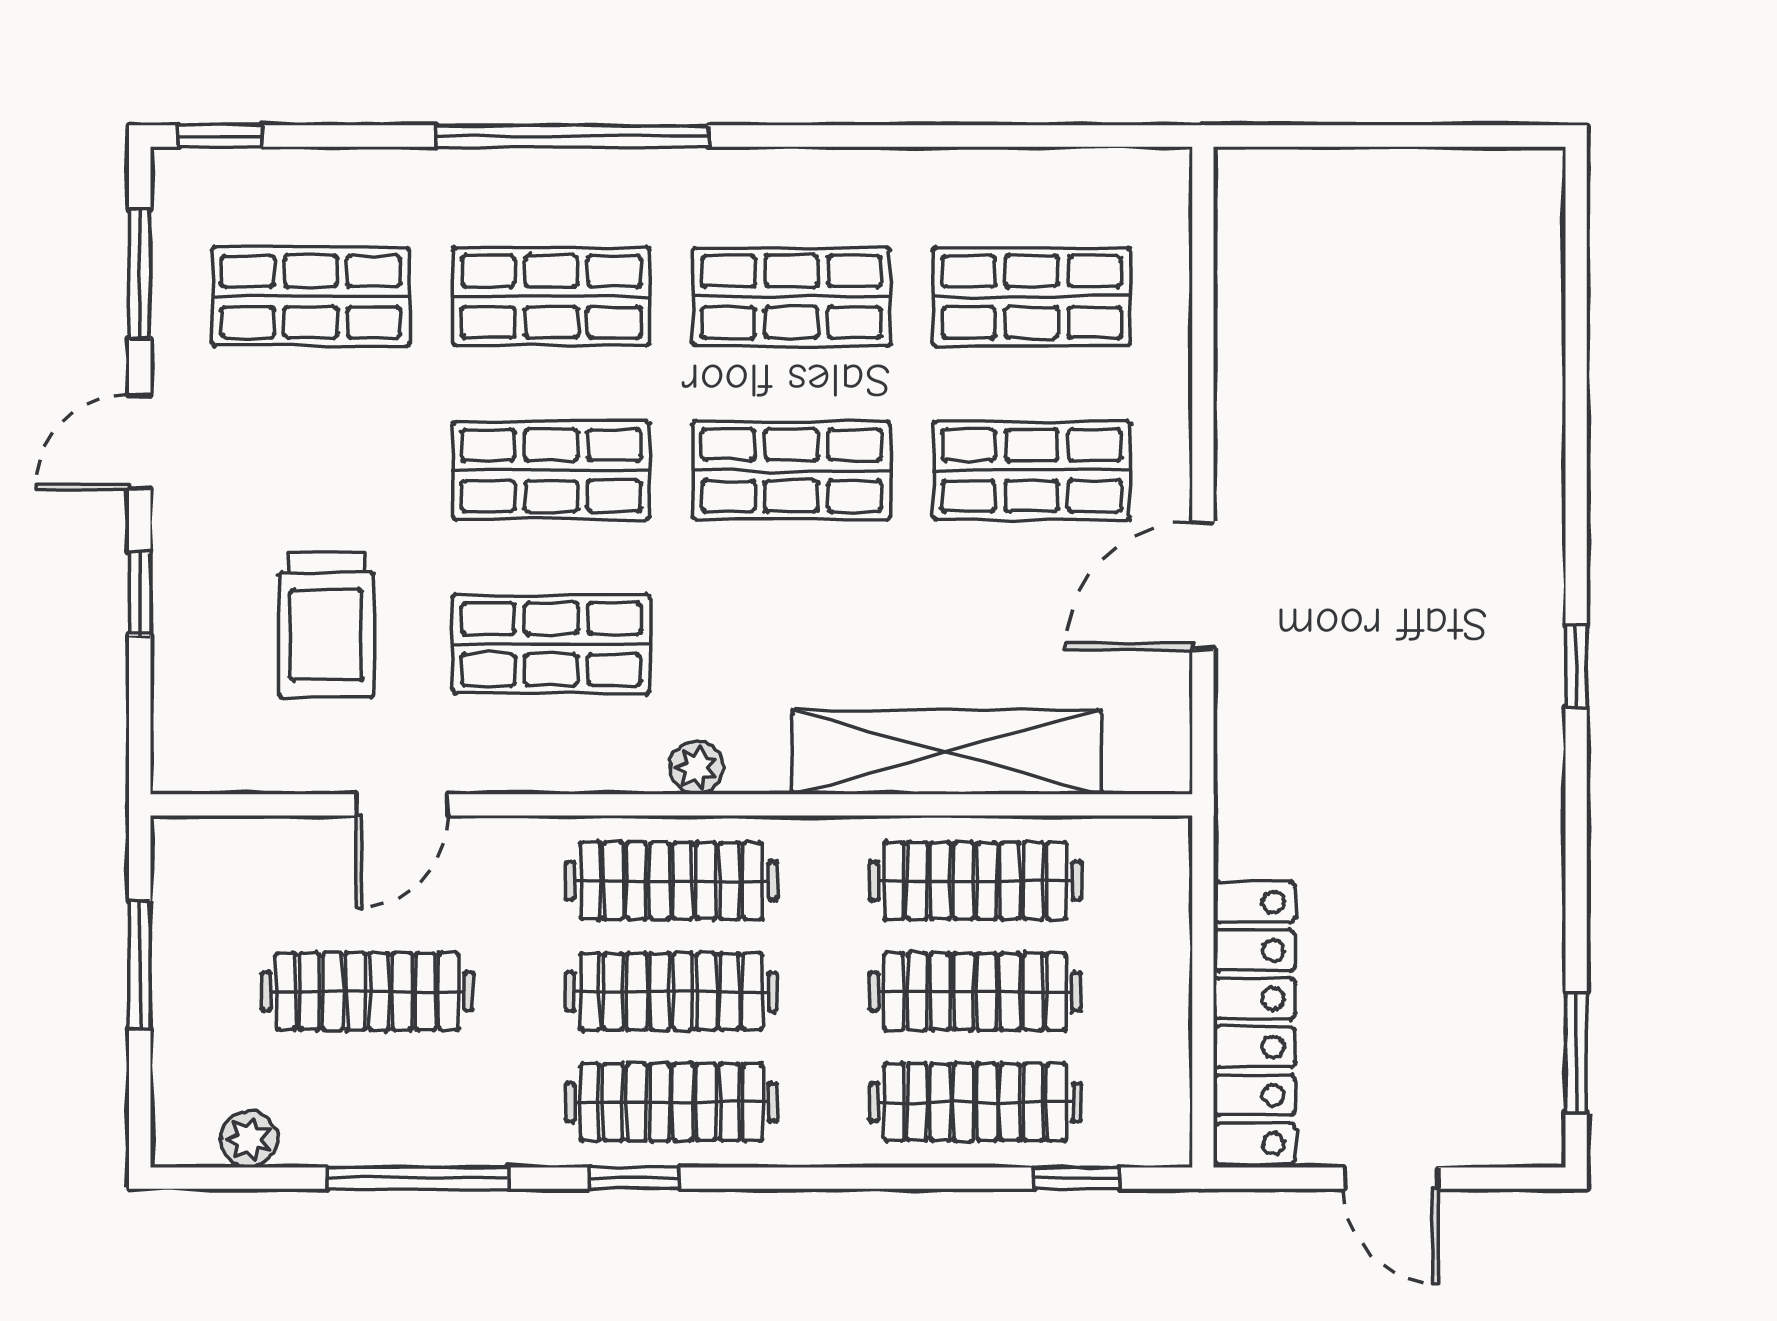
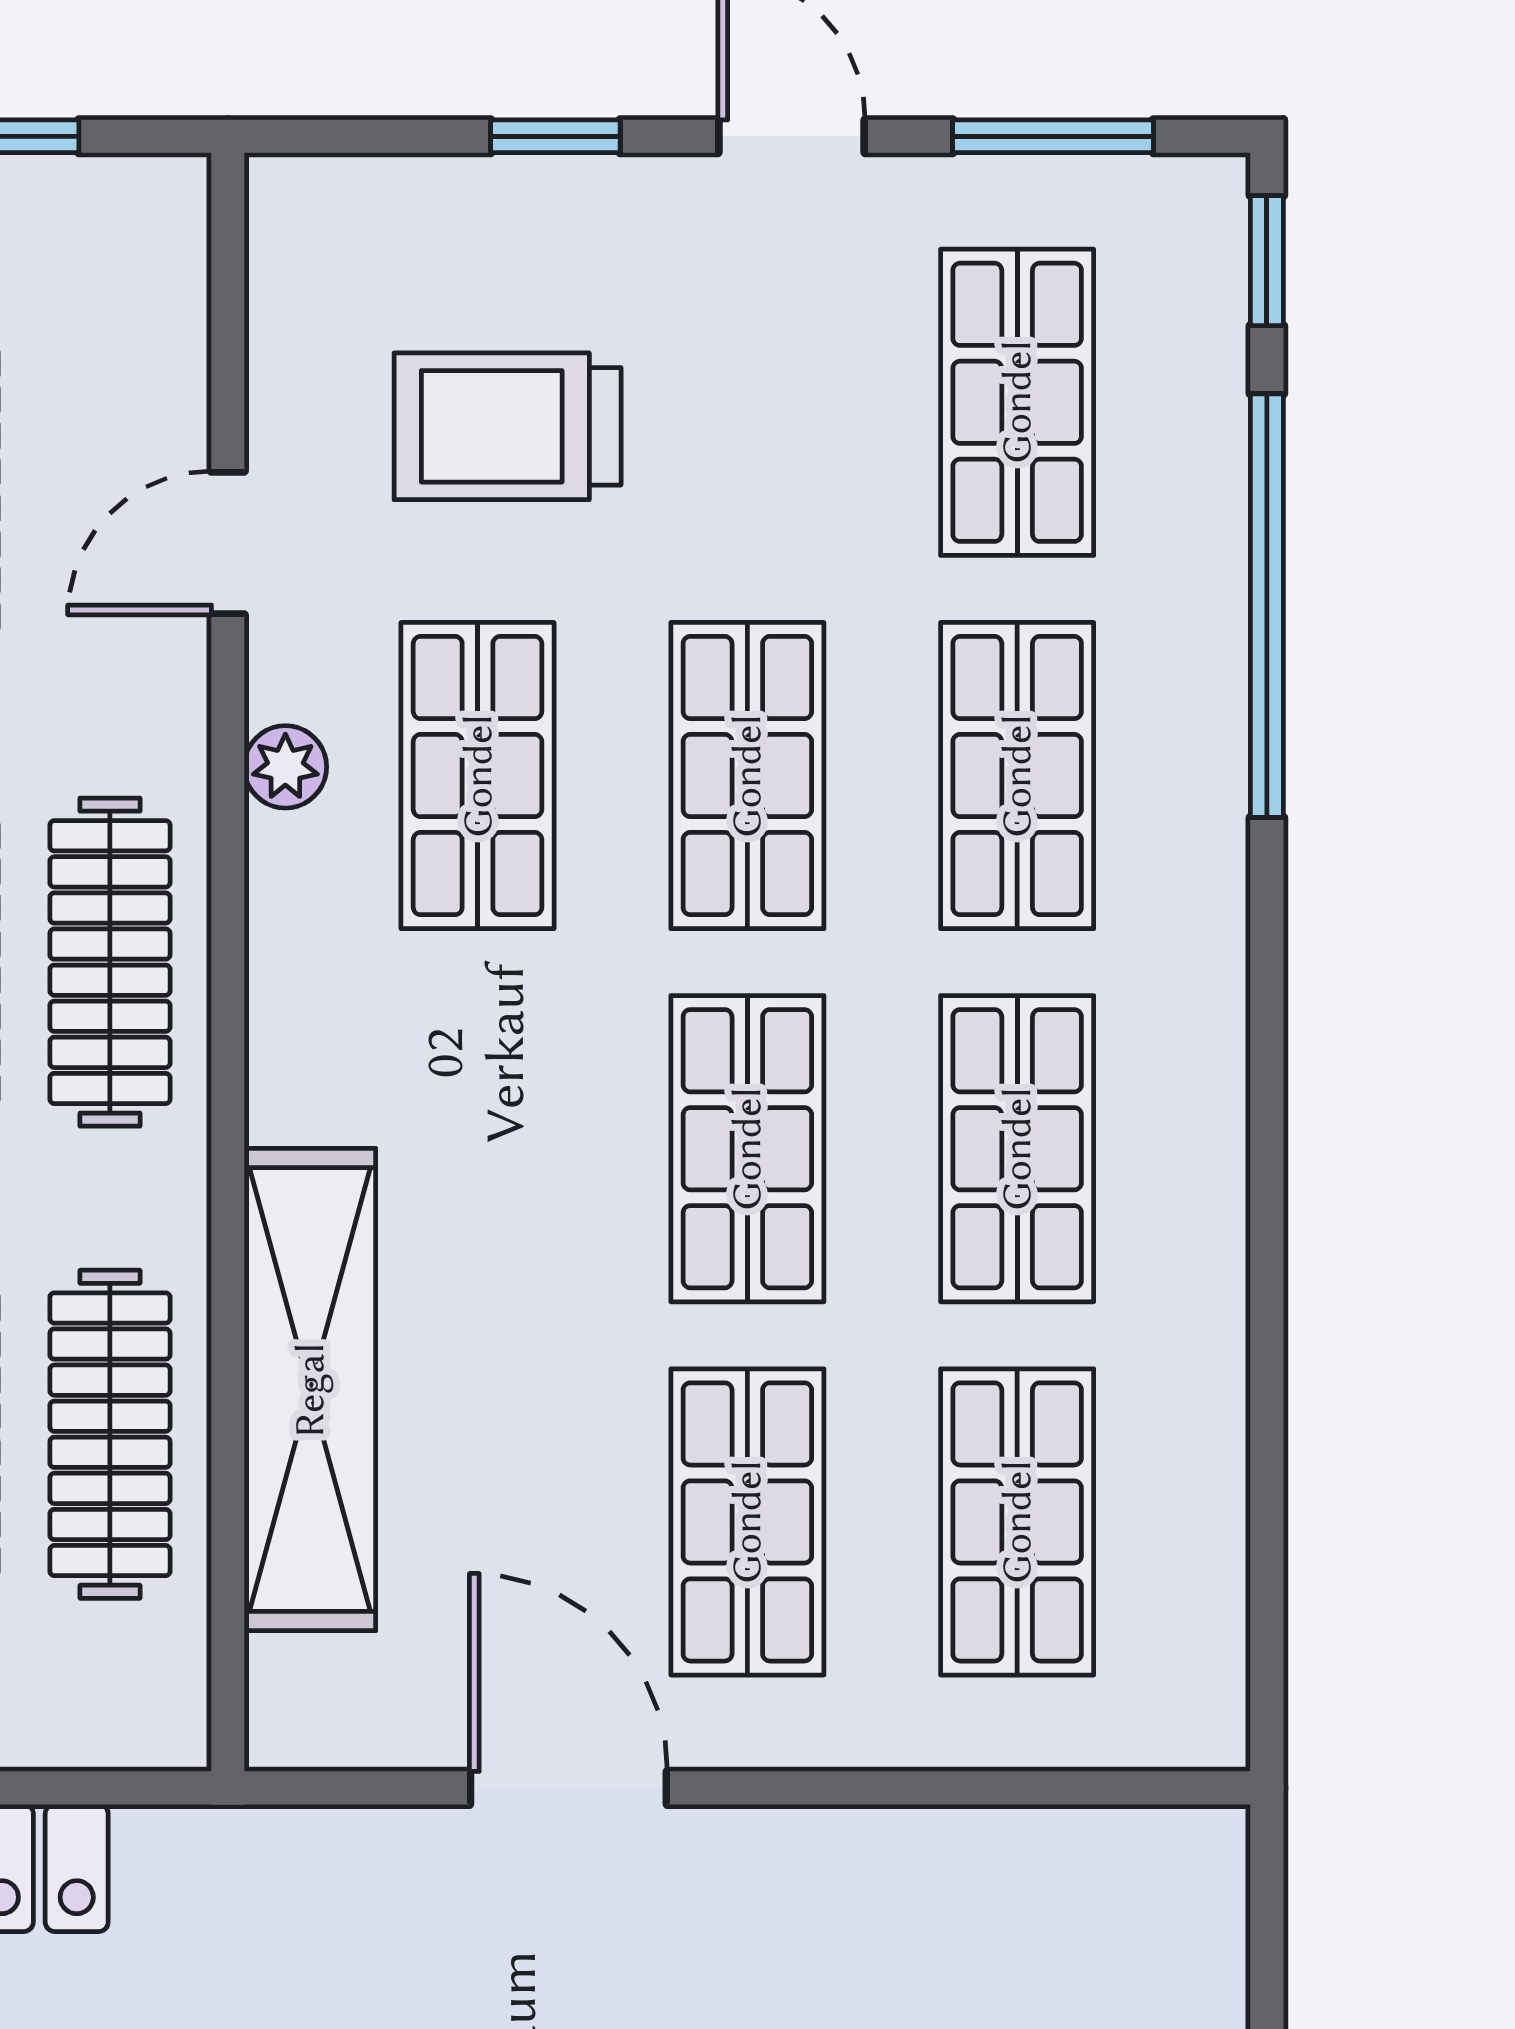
window: (572, 136) -> (1267, 606), moved
plant: (696, 768) -> (285, 767), moved
door: (402, 805) -> (228, 543), hinge flipped

